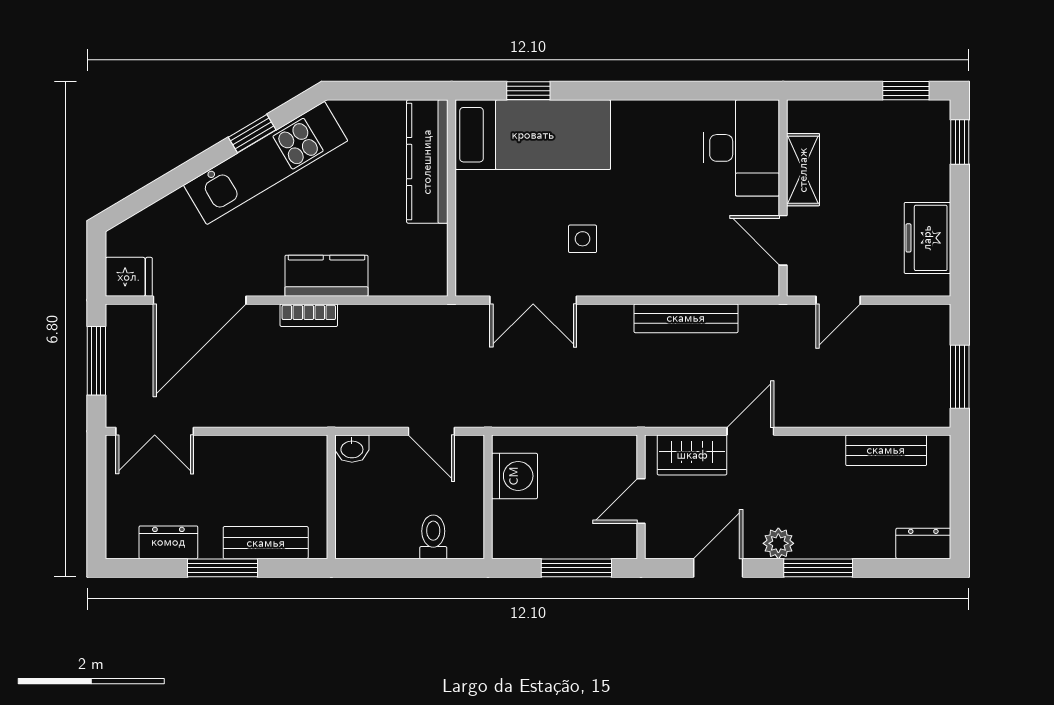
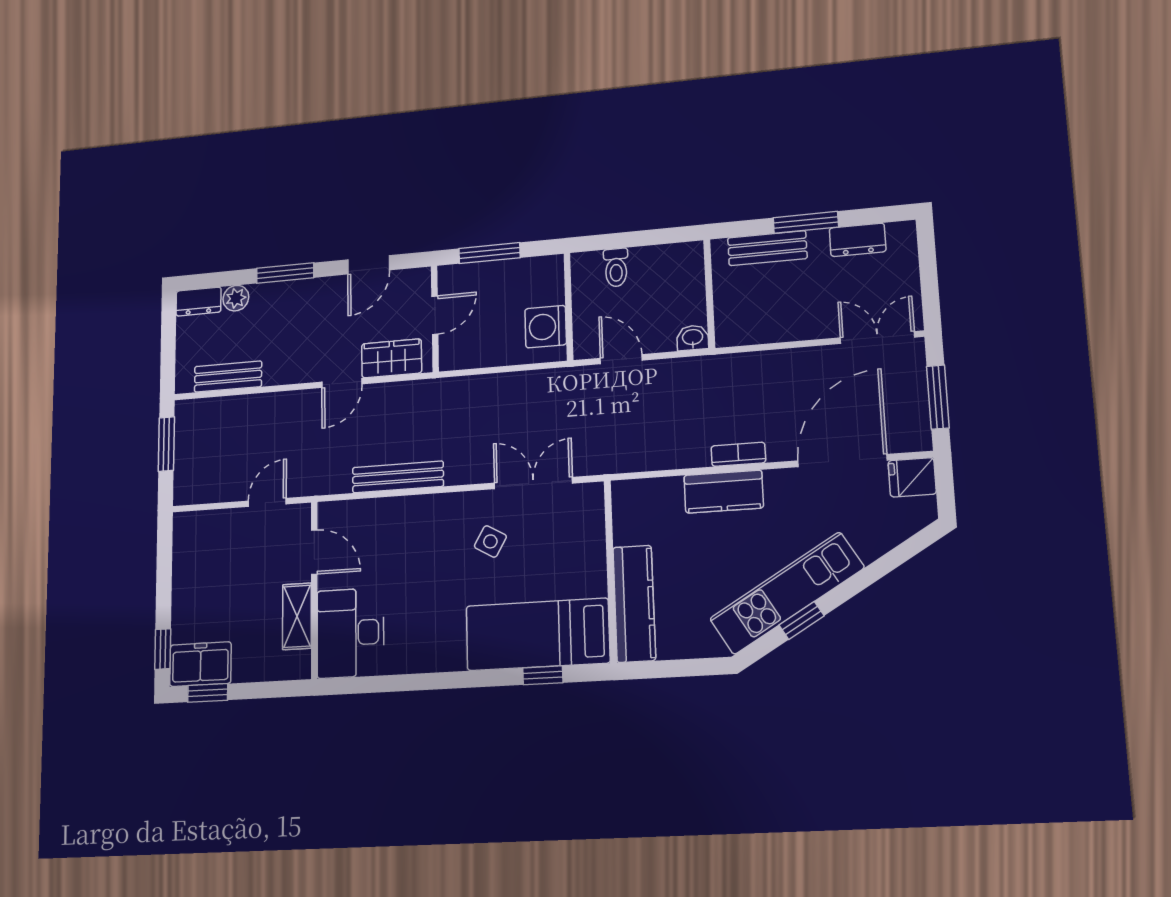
freezer: (927, 238) -> (200, 664), moved, turned -90
side table: (583, 239) -> (490, 541), turned 30
plant: (778, 543) -> (236, 298), moved

